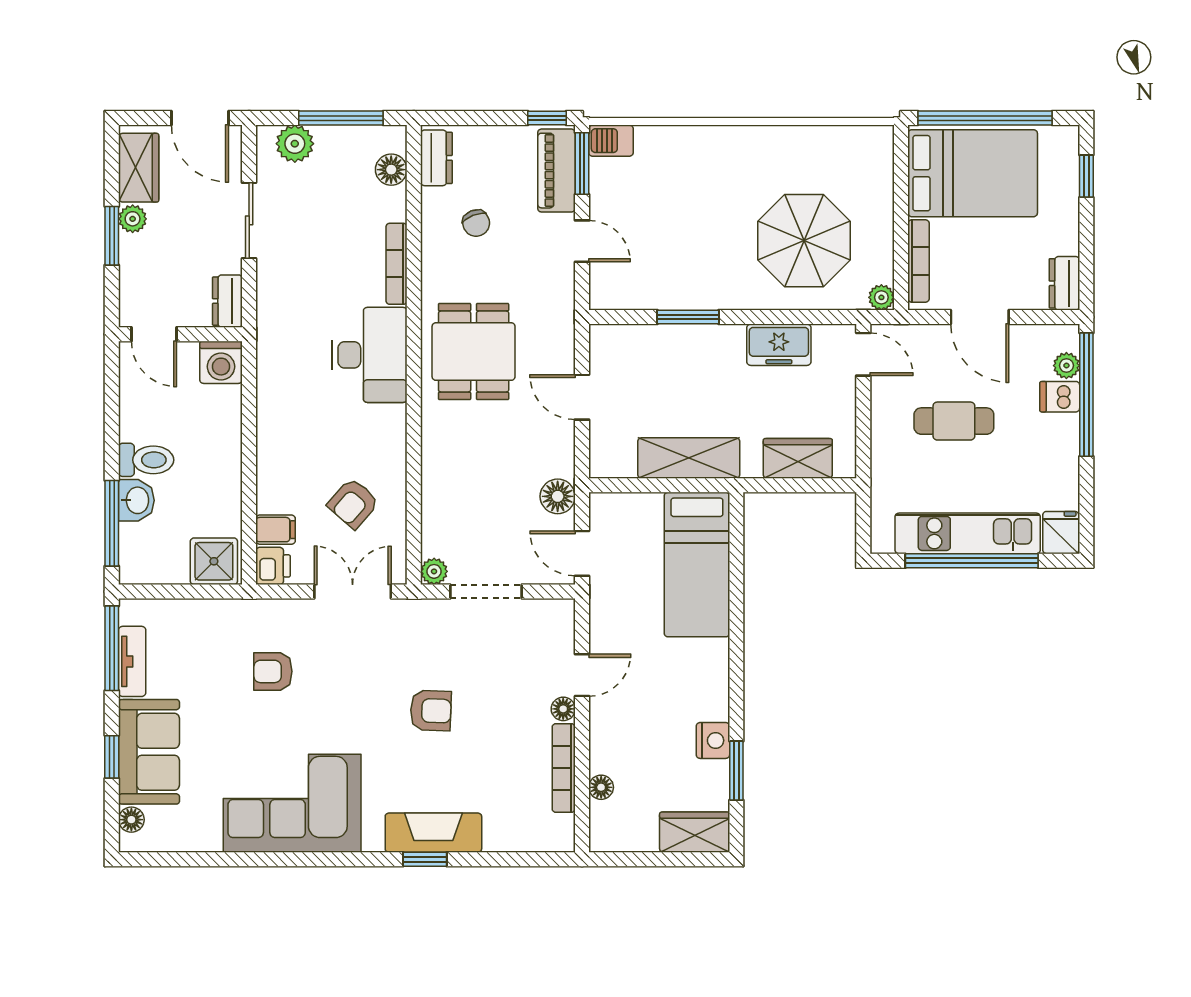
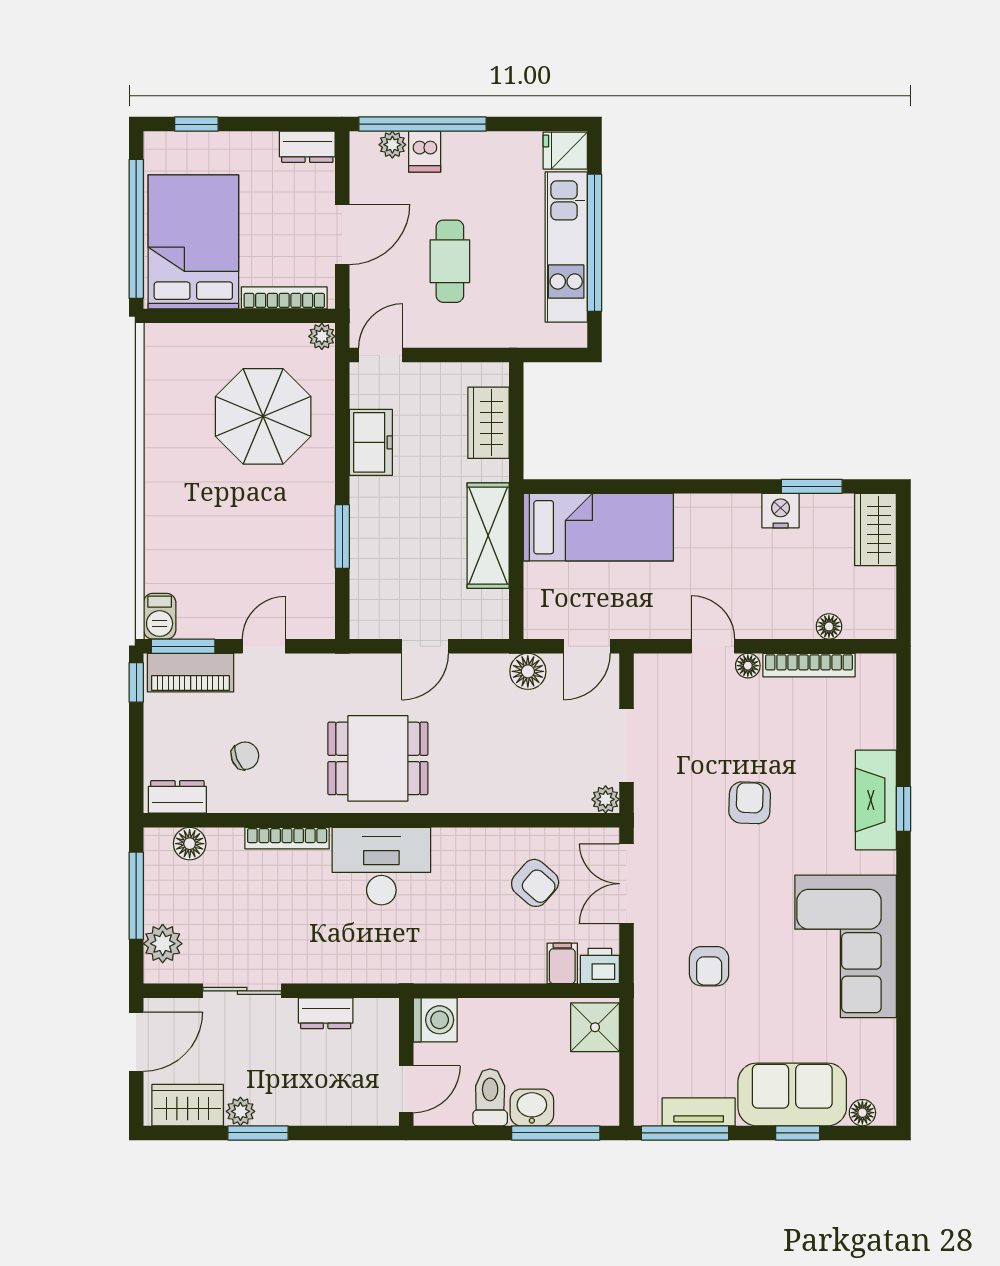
door: (154, 334) -> (406, 1089), moved
wall: (180, 334) -> (406, 1062), moved
washing machine: (221, 362) -> (435, 1020), moved

